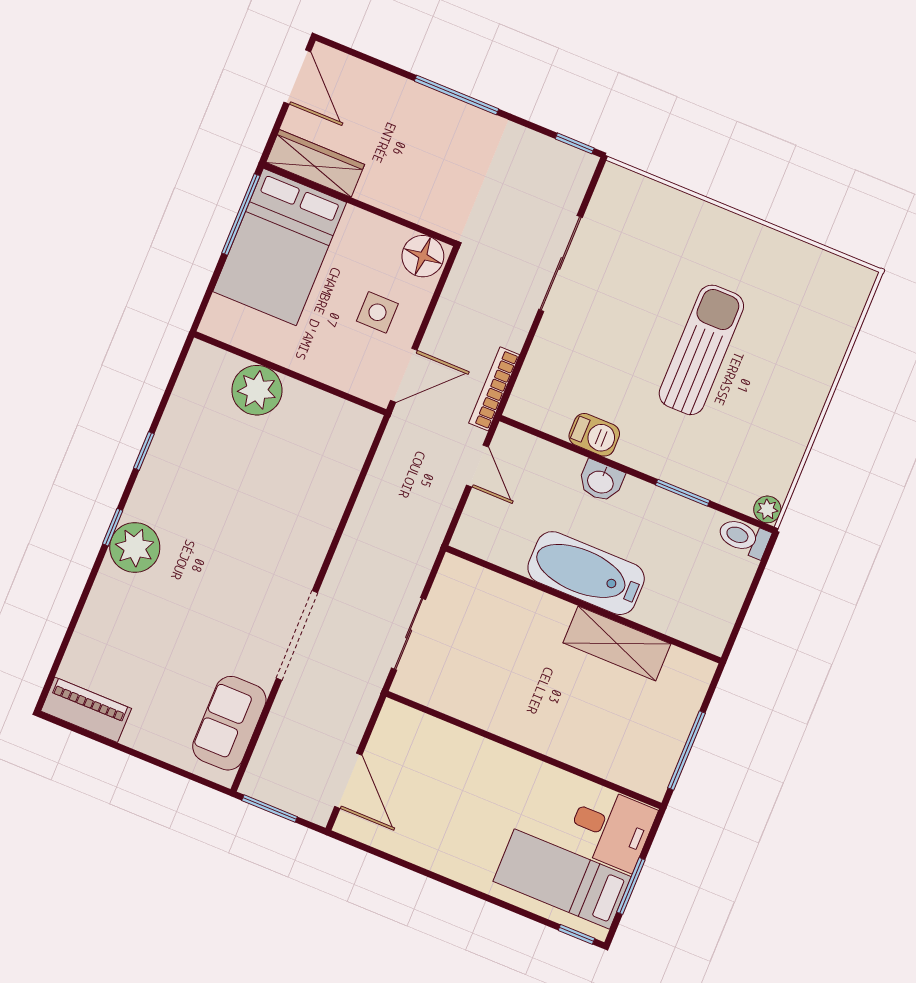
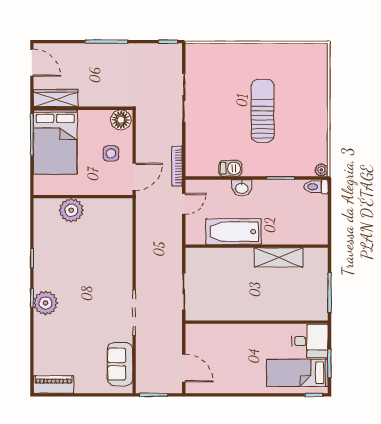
door: (477, 466) -> (184, 204), hinge flipped
bathtub: (586, 573) -> (233, 232), moved

